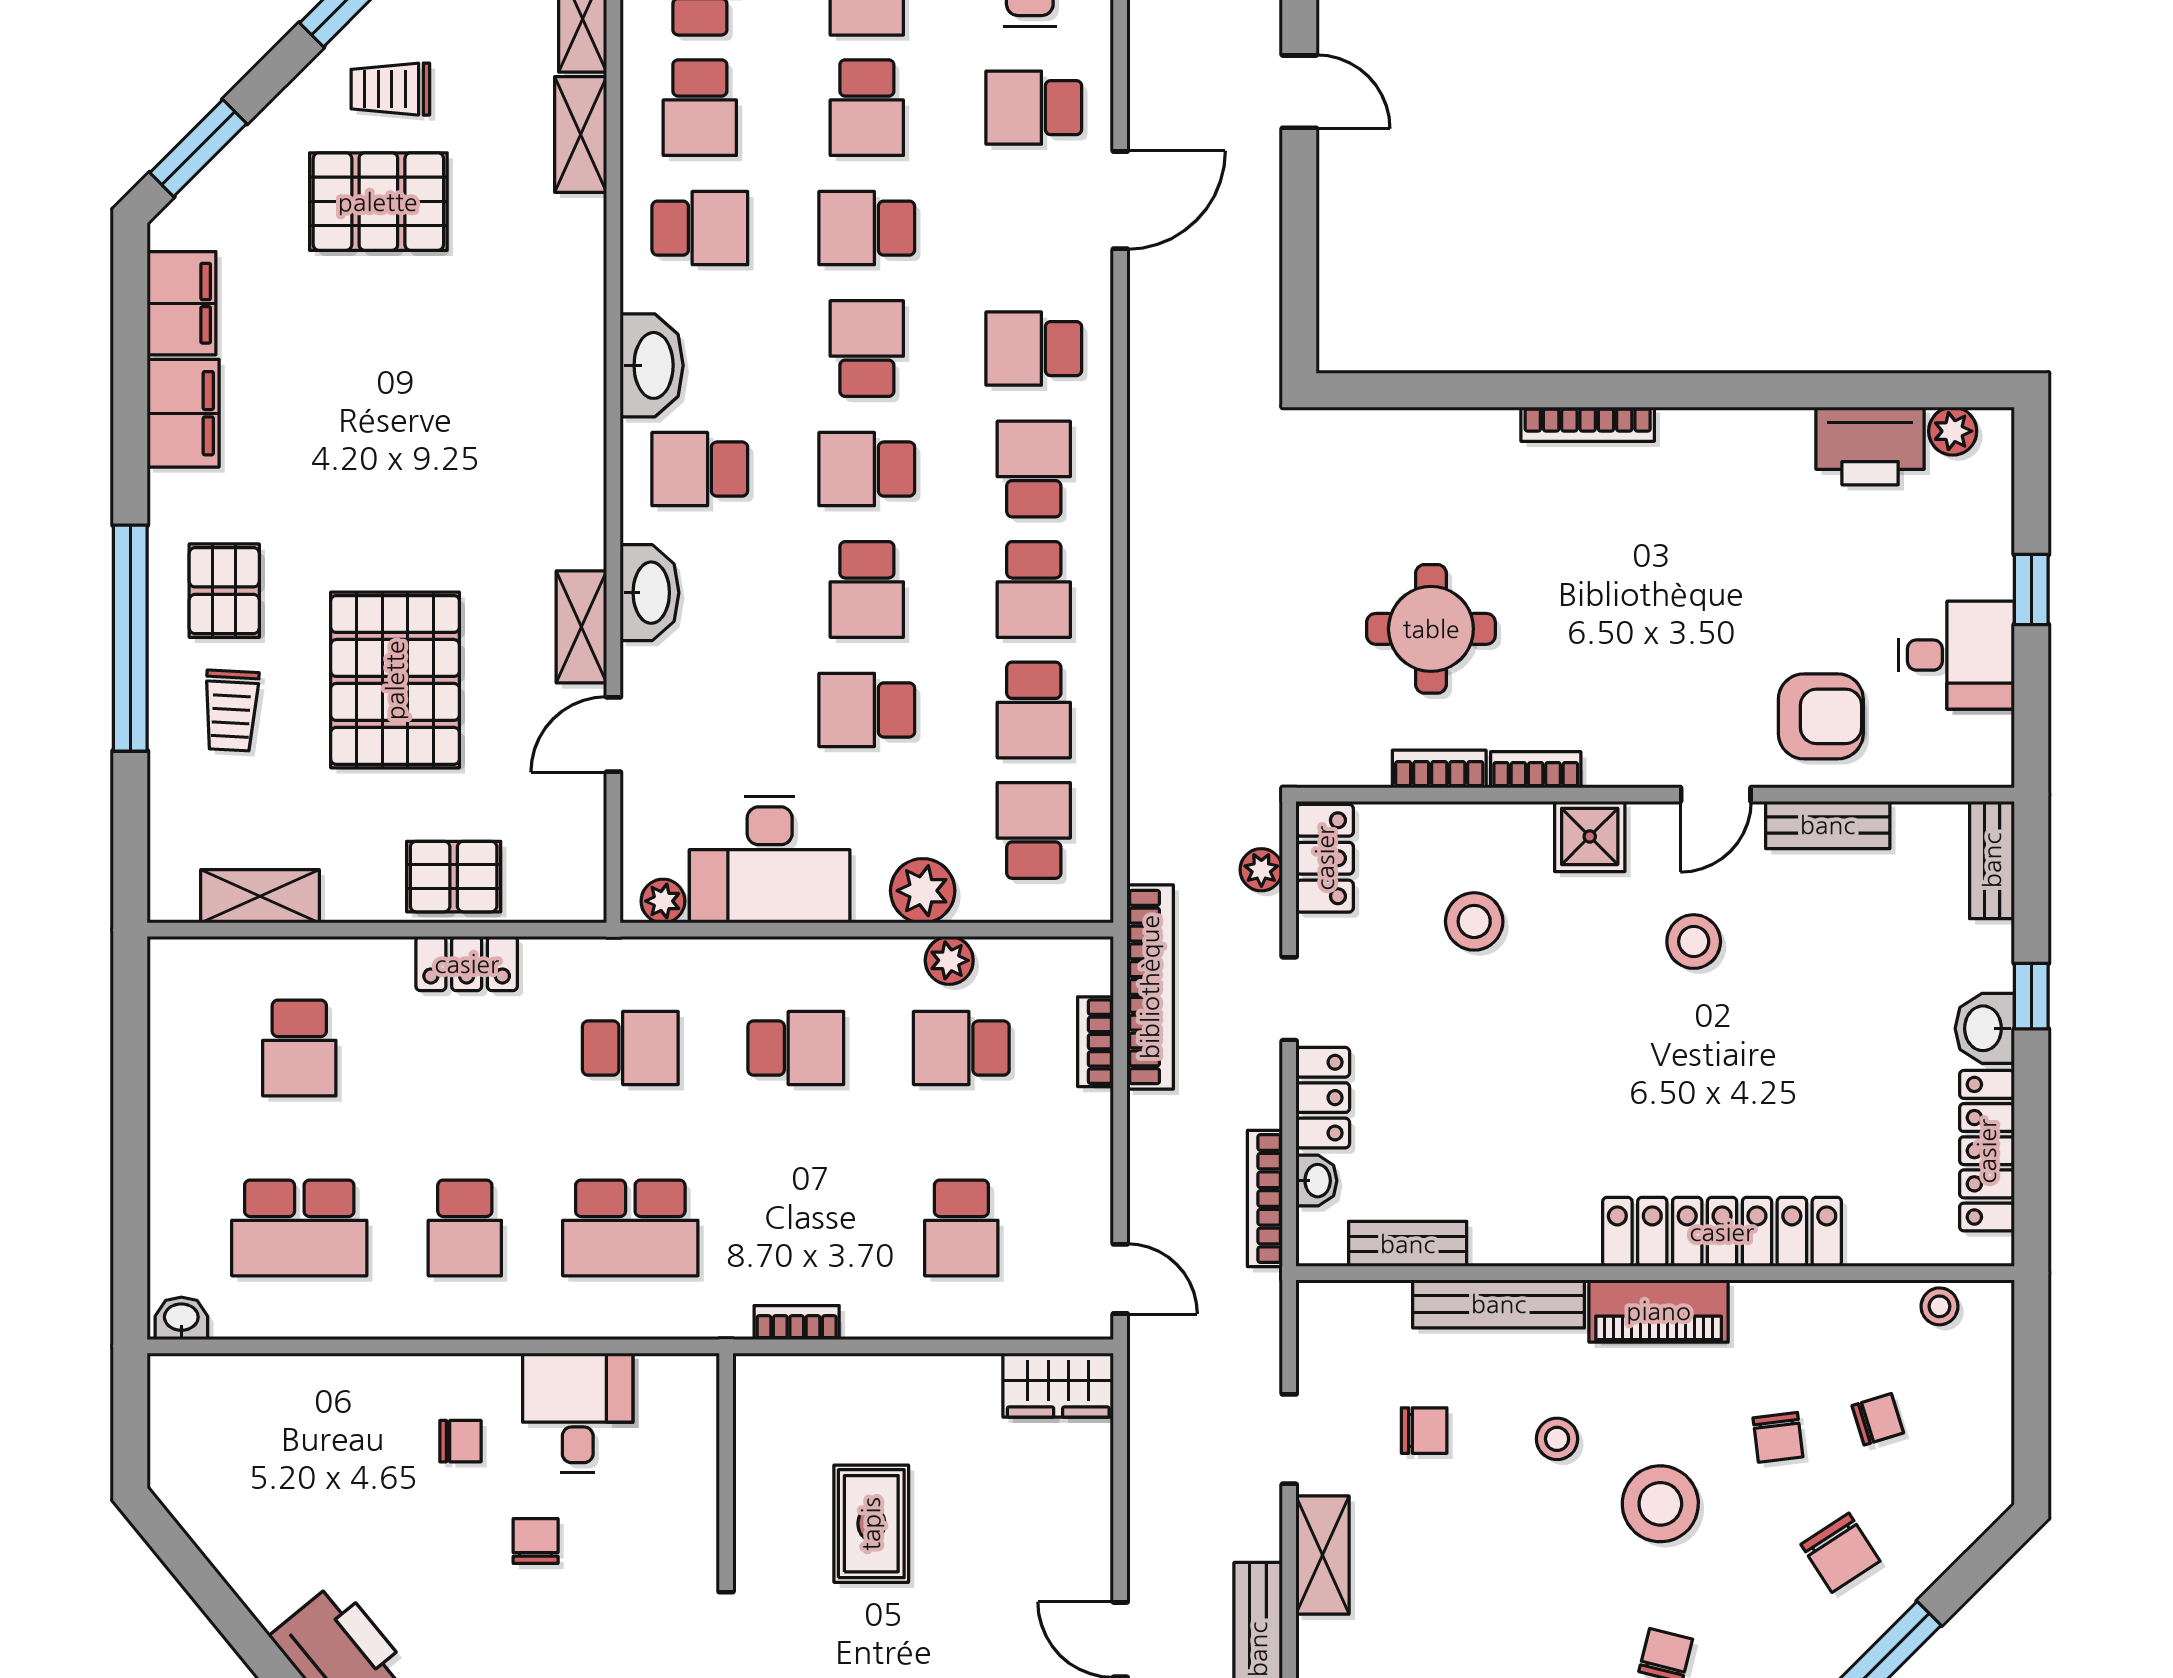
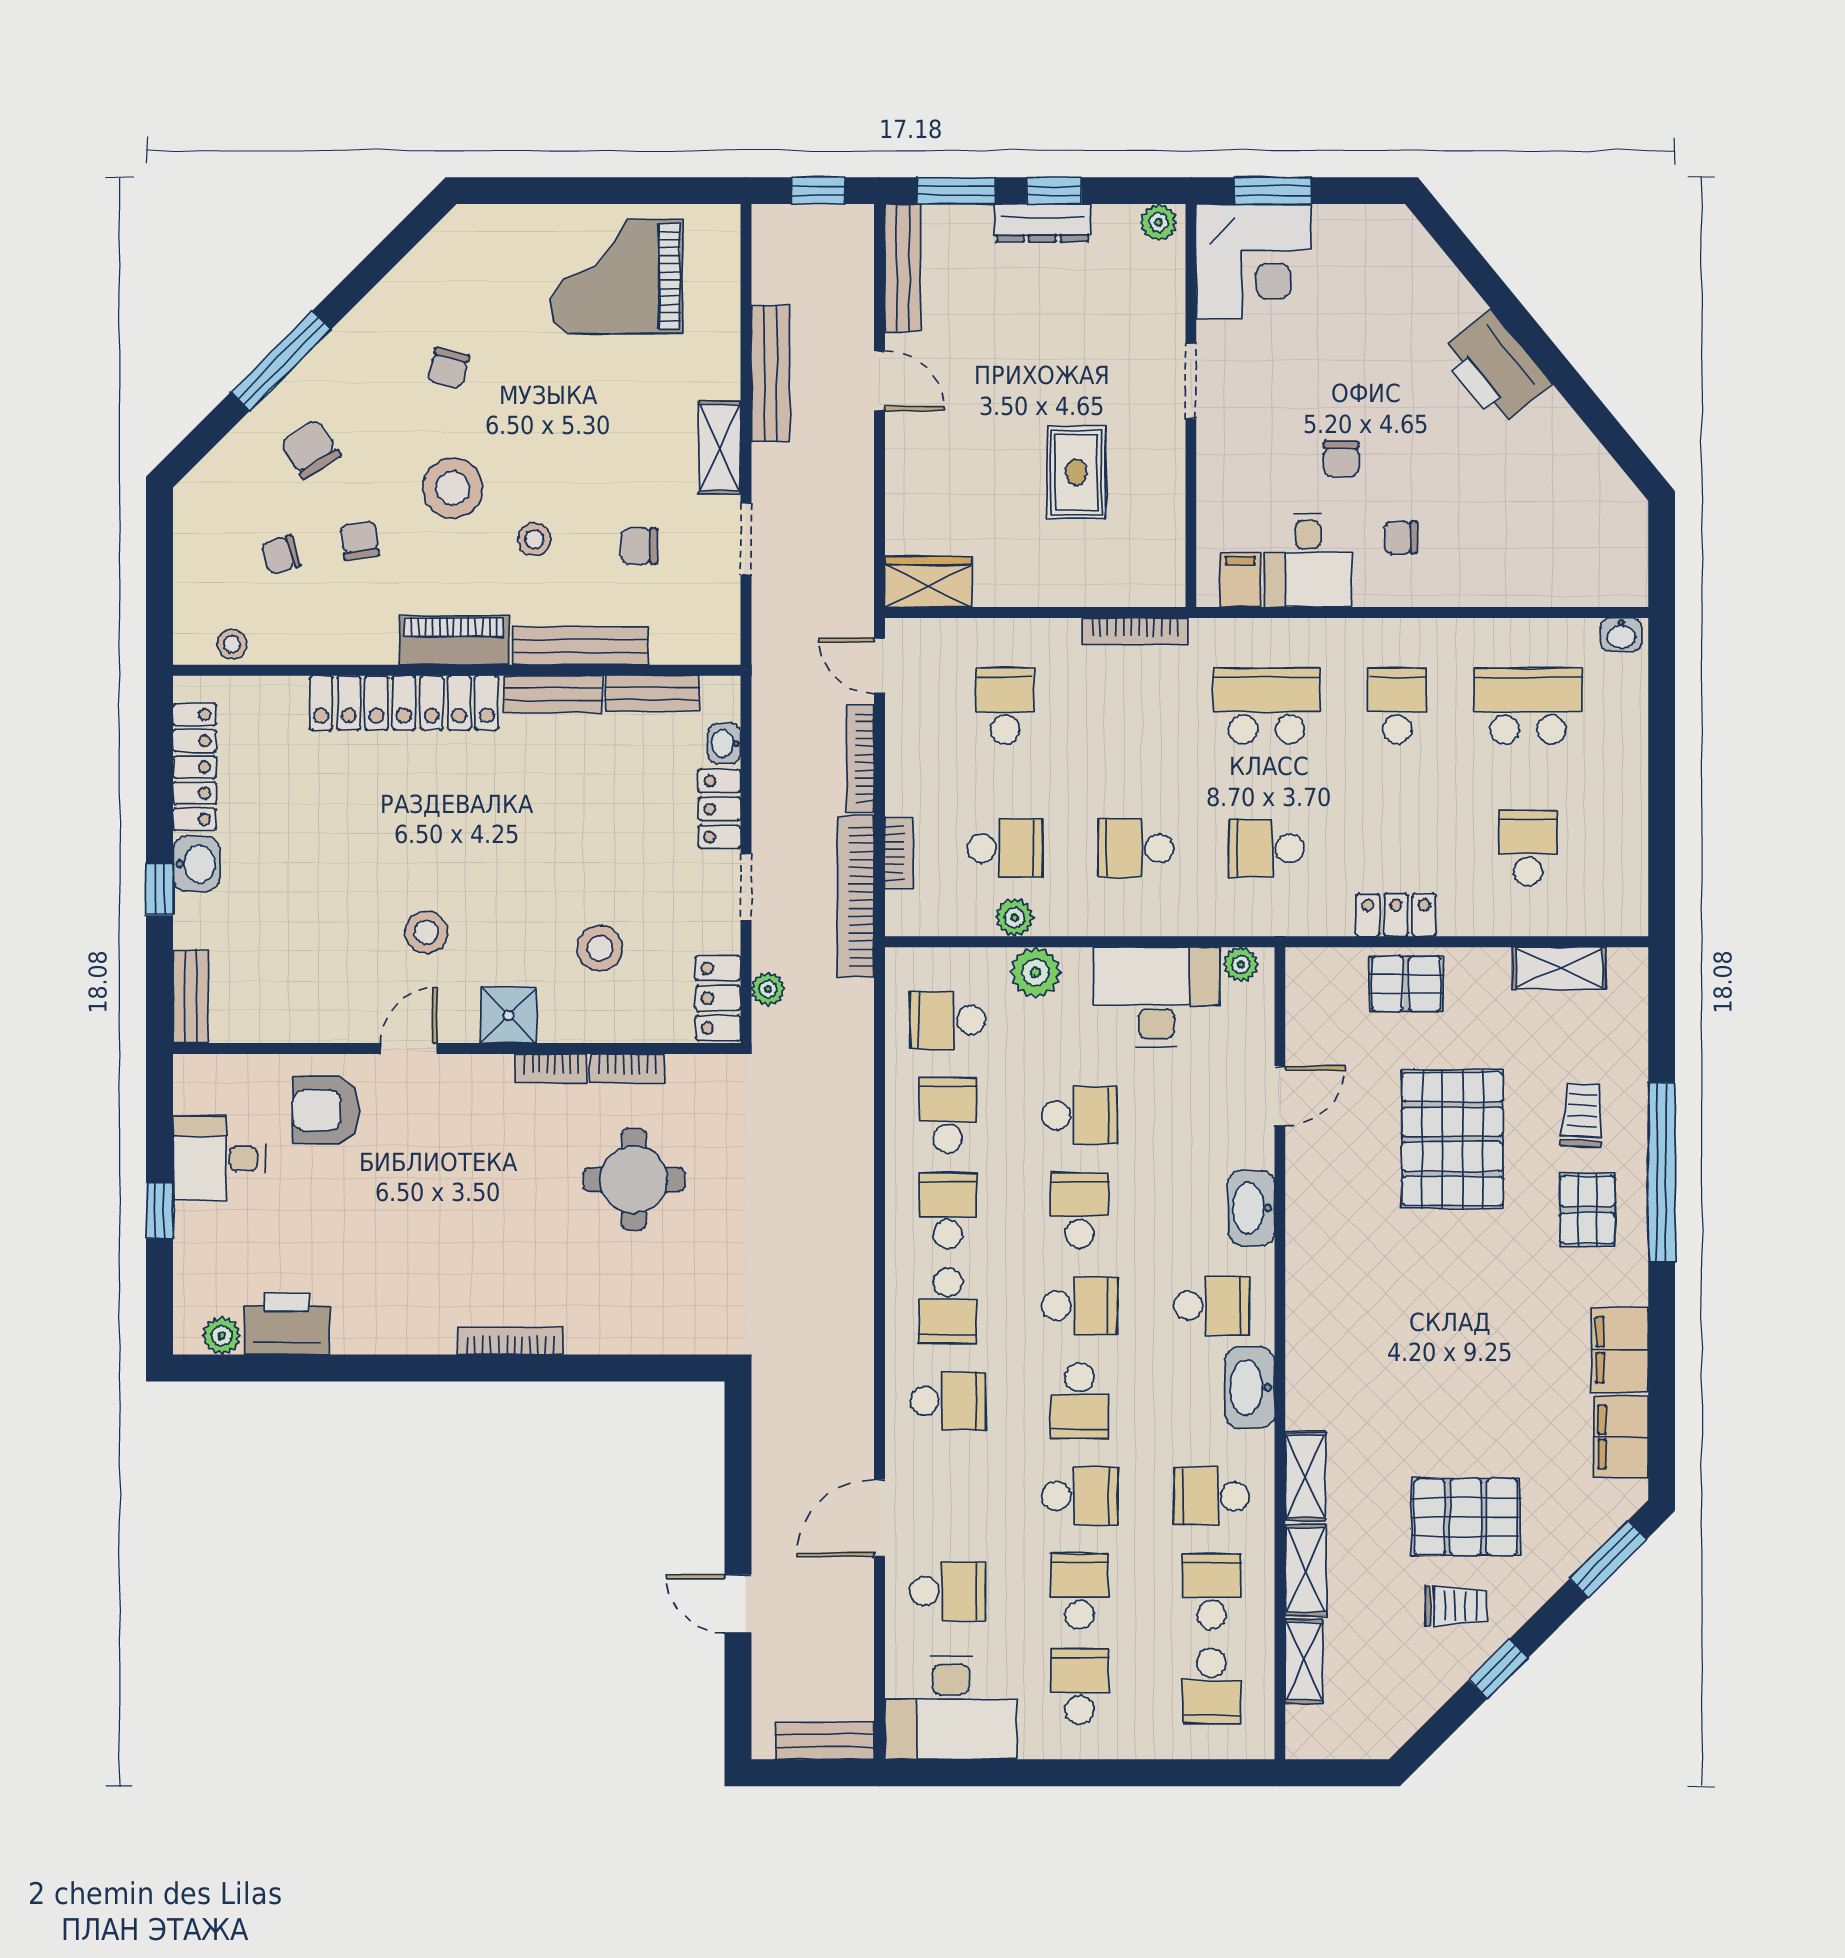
shelving: (581, 627) -> (1305, 1476), moved
bench: (1828, 825) -> (553, 694), moved
school desk: (1034, 830) -> (948, 1020), turned 90
bookcase: (1265, 1199) -> (860, 758), moved, turned 180
bookcase: (797, 1323) -> (1135, 631), width x1.56
filing cabinet: (664, 1388) -> (1240, 580), added

